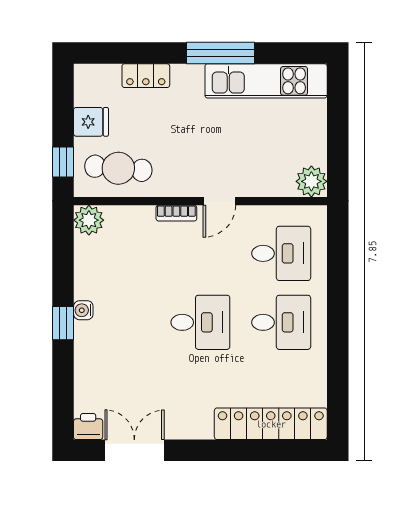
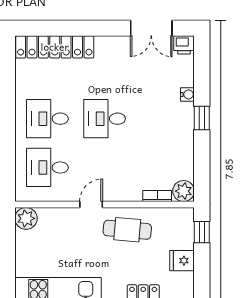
cafe table: (118, 168) -> (127, 230), moved
bookcase: (176, 213) -> (157, 196), moved
water cooler: (83, 310) -> (187, 94), moved

